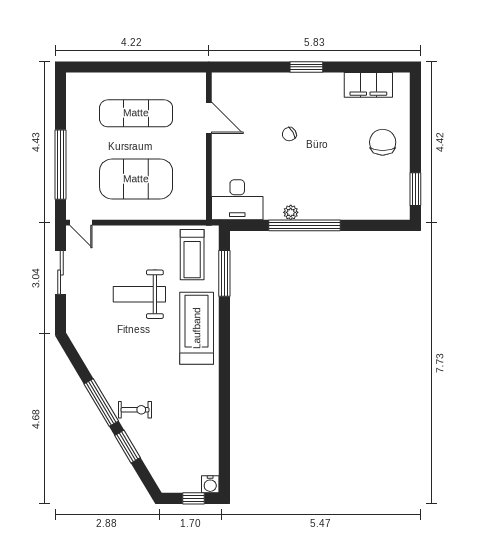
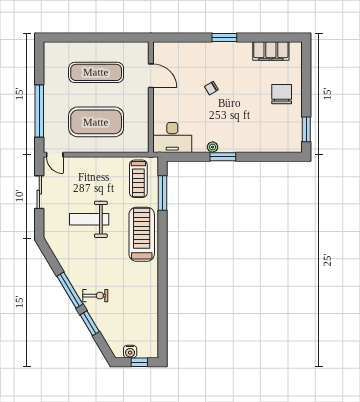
window: (305, 225) -> (223, 157), width x0.47
weight bench: (139, 294) -> (89, 219), moved
water cooler: (210, 484) -> (130, 352), moved

